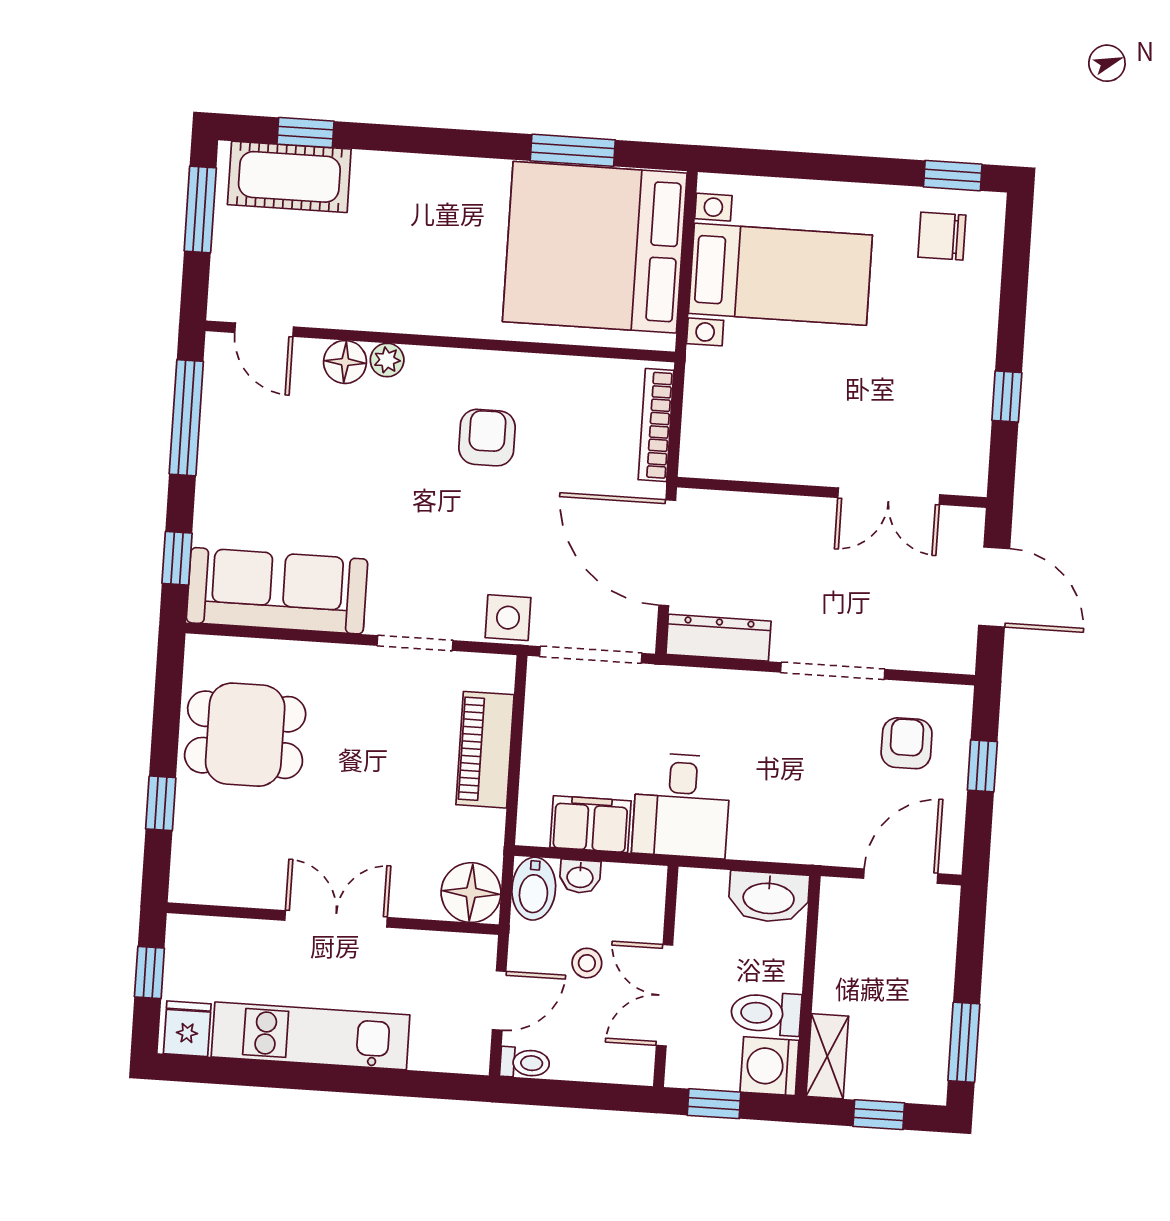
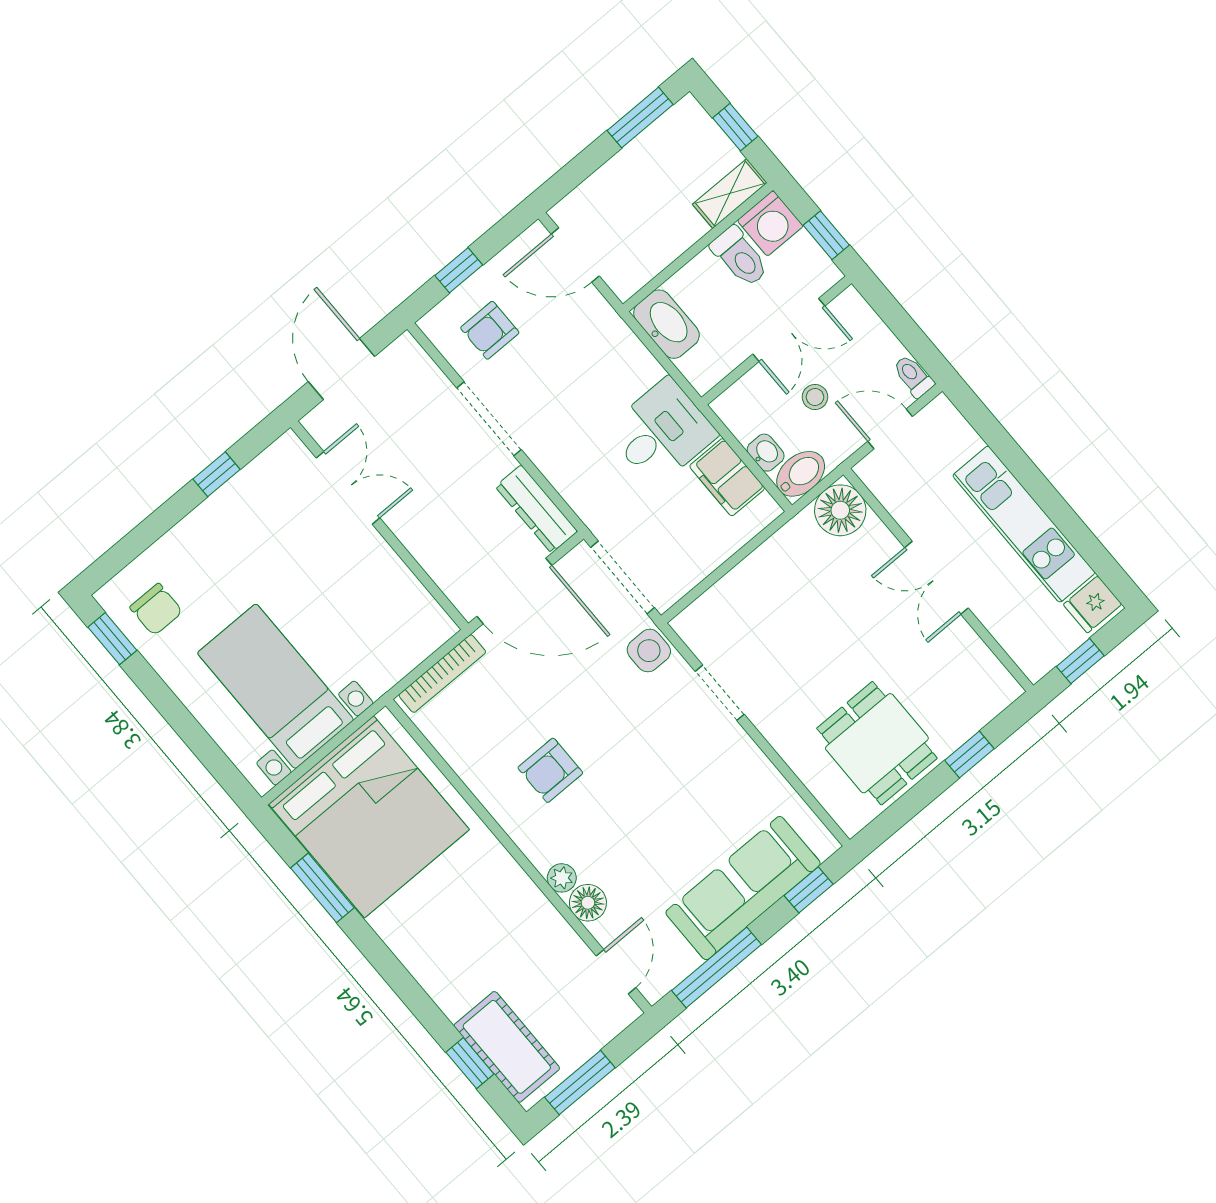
door: (667, 553) -> (514, 591), hinge flipped
sofa: (277, 591) -> (743, 888), moved, turned 90
piano: (485, 750) -> (744, 586), removed

